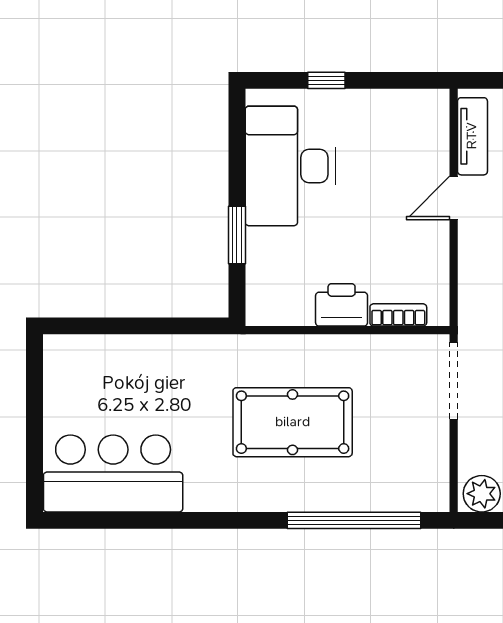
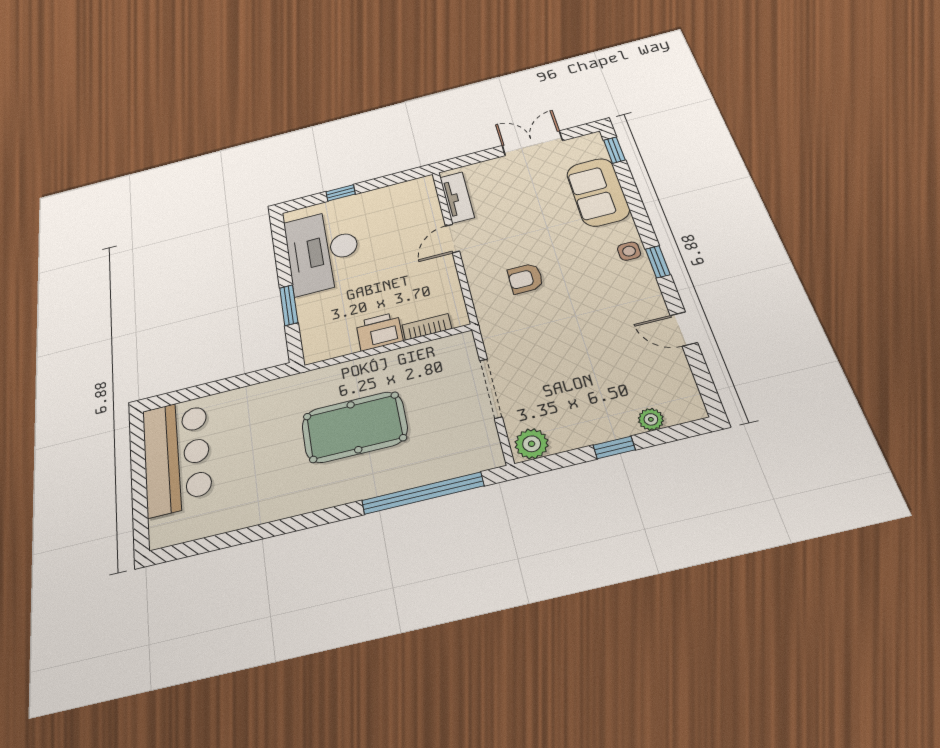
doorway: (454, 381) -> (491, 388), moved
bar counter: (113, 473) -> (177, 456), moved, turned 90

